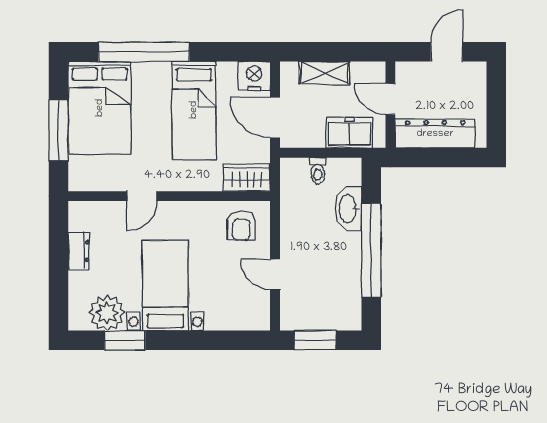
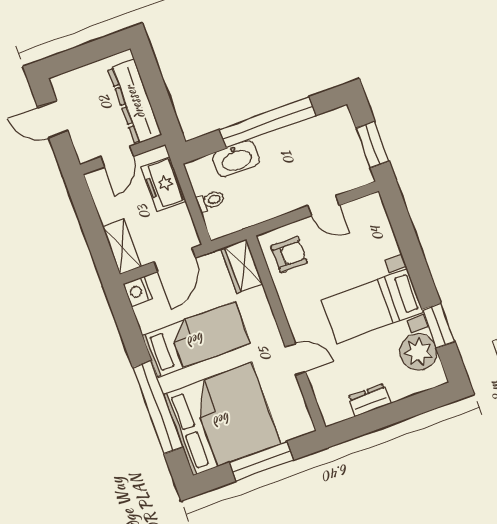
shelving: (324, 73) -> (122, 247), moved
nightstand: (254, 76) -> (138, 291), width x0.74, depth x0.75
bed: (100, 108) -> (222, 419), width x1.36
door: (275, 274) -> (324, 206), hinge flipped

